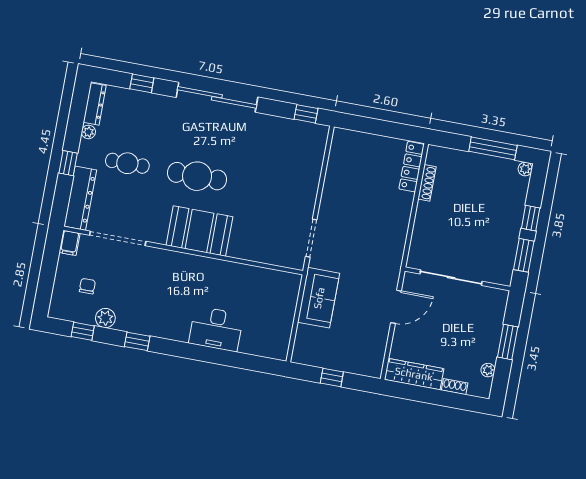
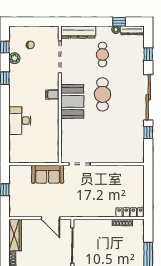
window: (306, 114) -> (148, 133), moved
window: (68, 163) -> (119, 22), moved
filing cabinet: (70, 243) -> (52, 94), moved

